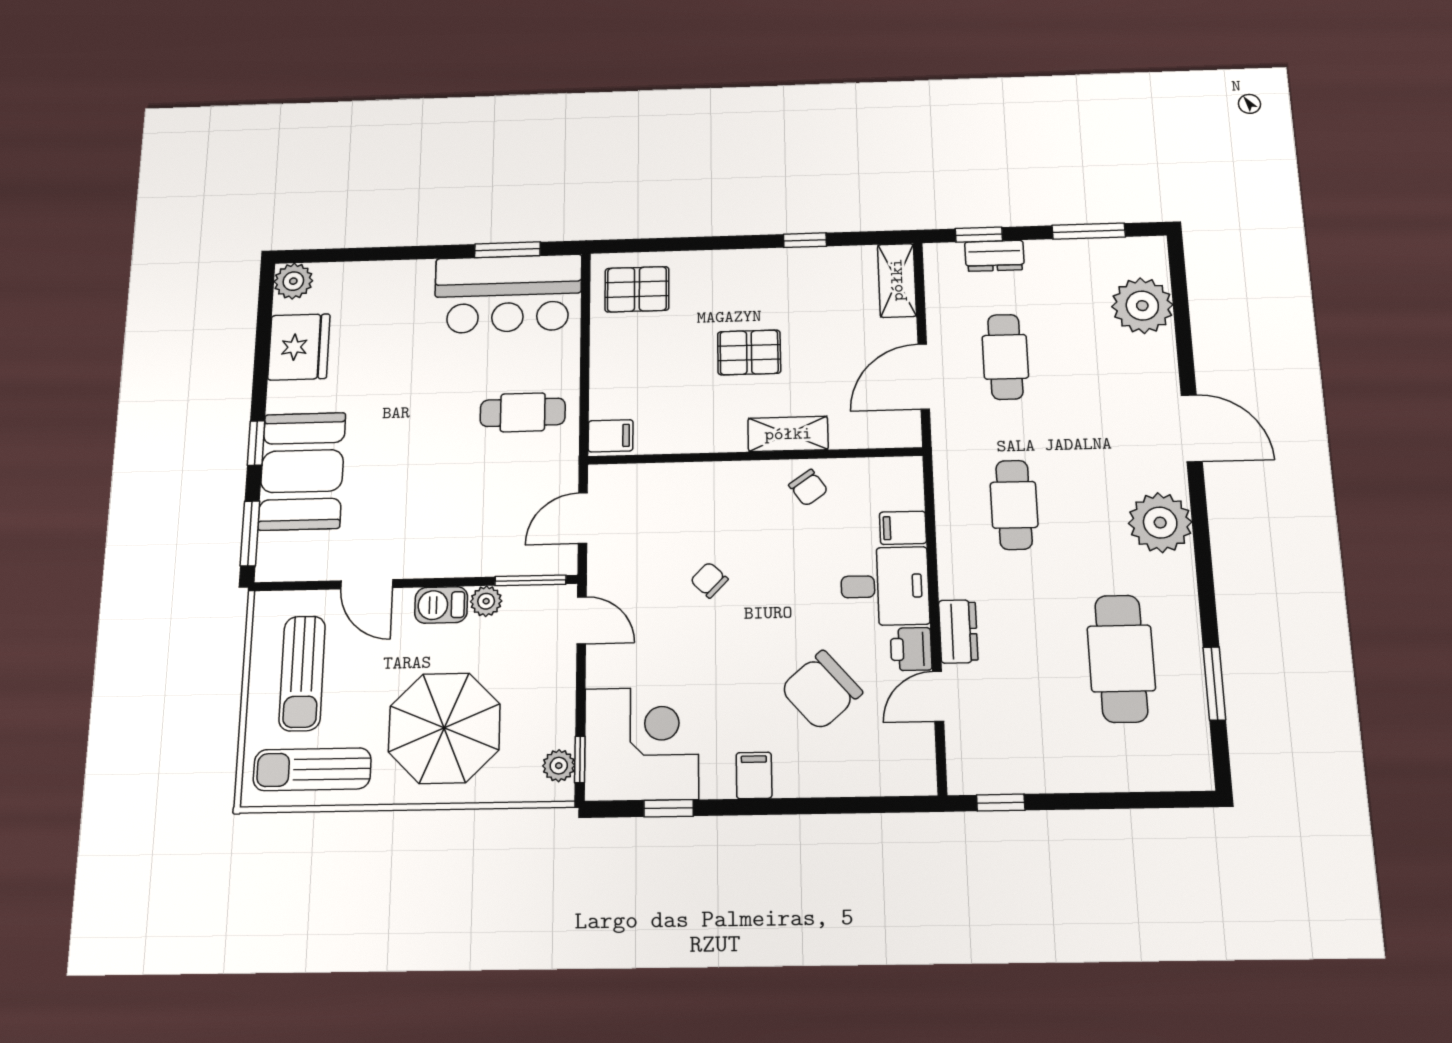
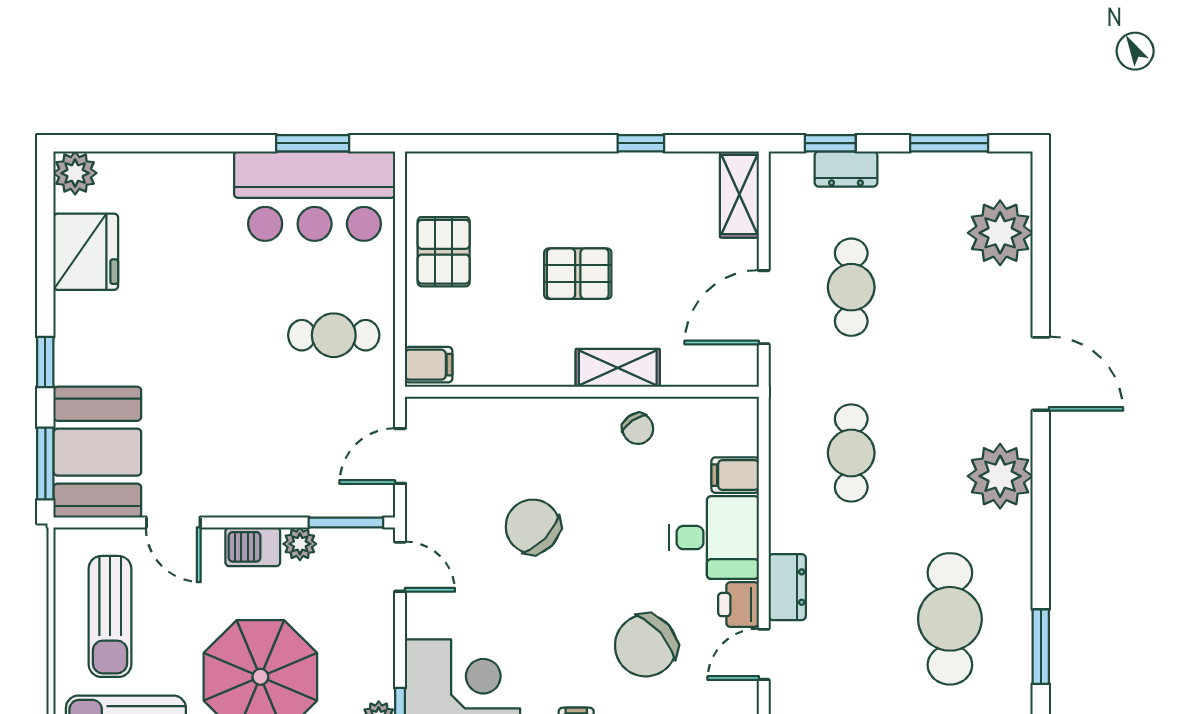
pallet: (637, 289) -> (444, 252), moved, turned 90
booth: (302, 471) -> (97, 452), moved
chair: (709, 580) -> (533, 527), width x1.87, depth x1.87

